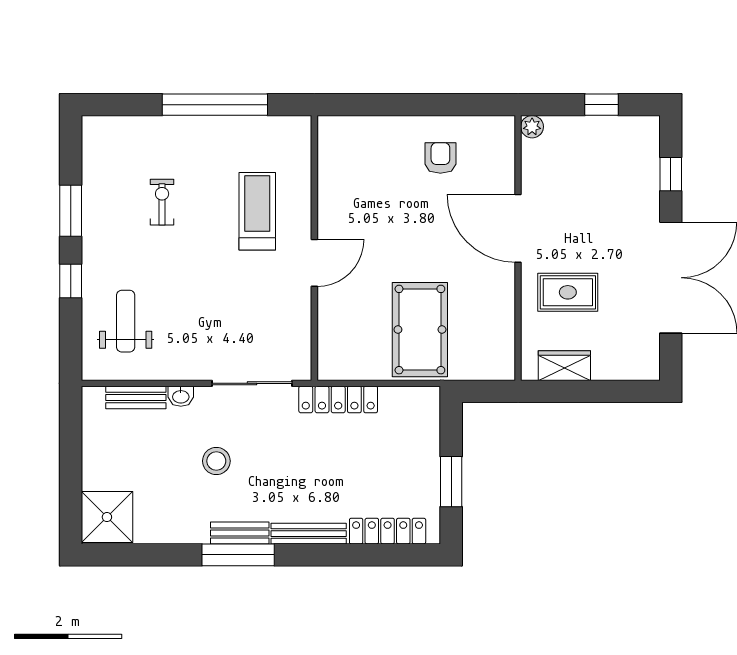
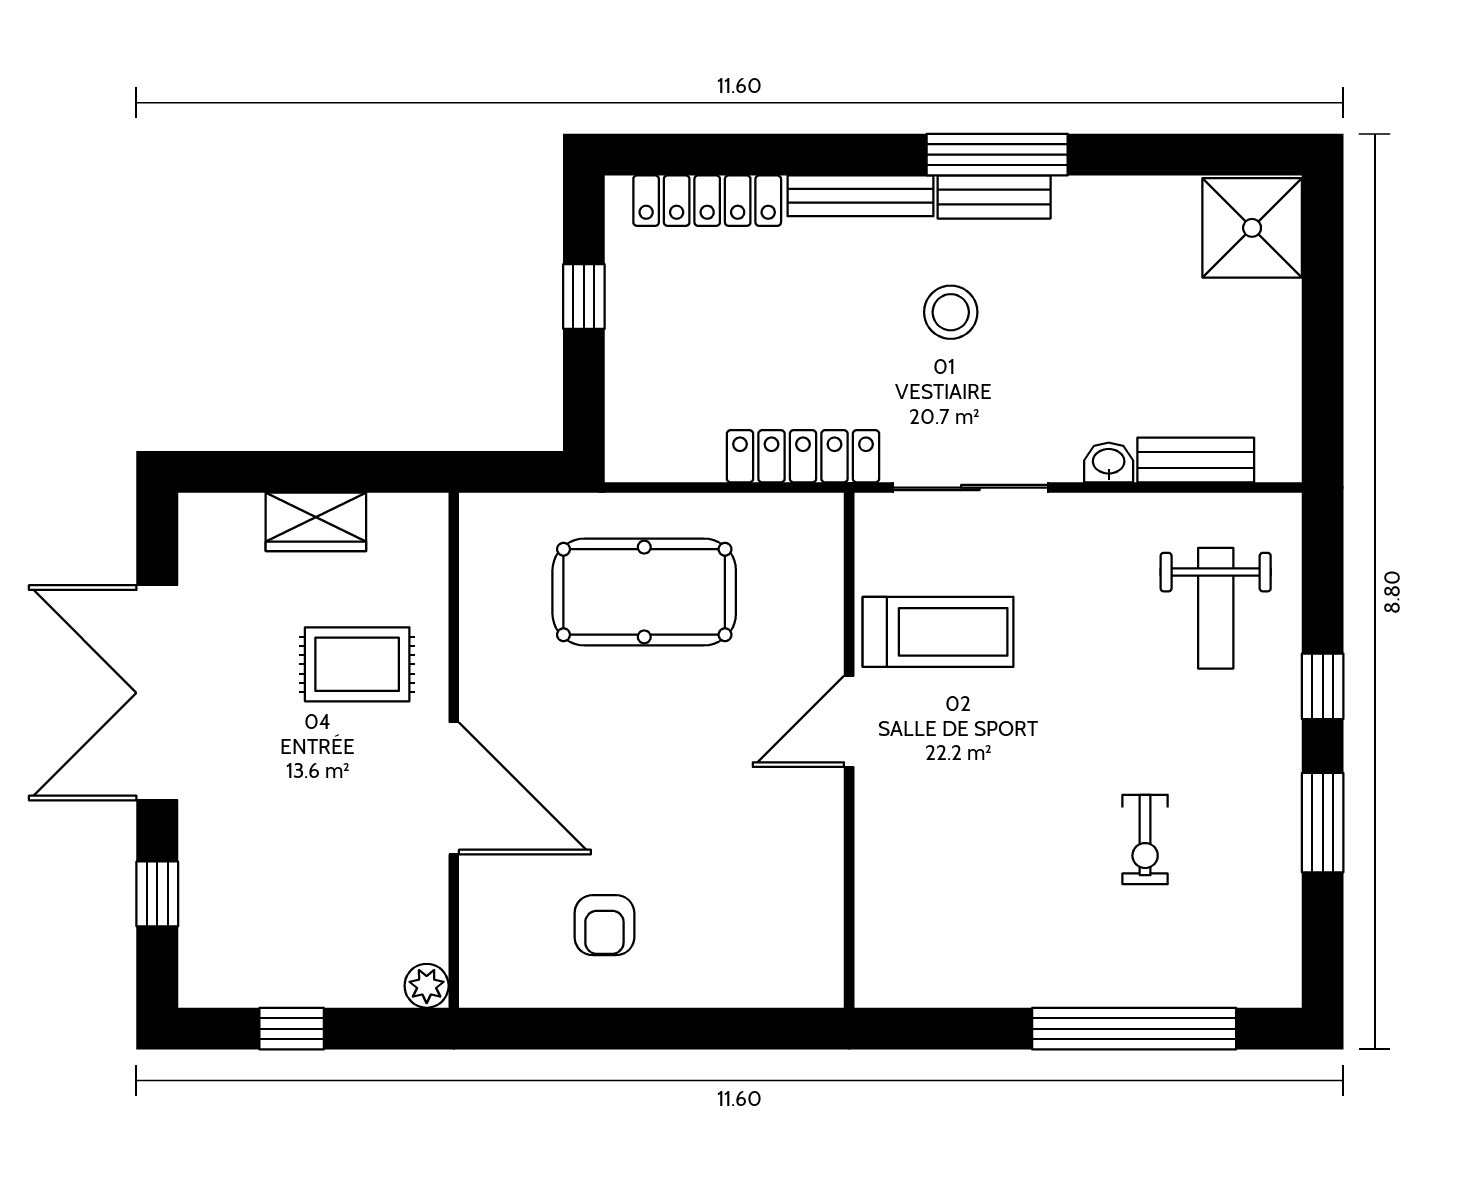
window: (215, 105) -> (1134, 1029), moved
treadmill: (257, 211) -> (938, 632), moved, turned -90
pool table: (420, 330) -> (644, 592), turned 90
wardrobe: (564, 366) -> (316, 522), moved
stool: (216, 461) -> (951, 312), moved
window: (451, 482) -> (584, 297), width x0.67

